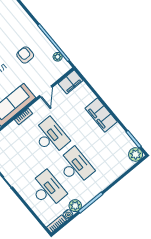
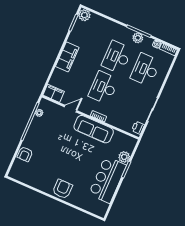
armchair: (25, 55) -> (25, 154), moved
plant: (75, 206) -> (138, 38), moved

